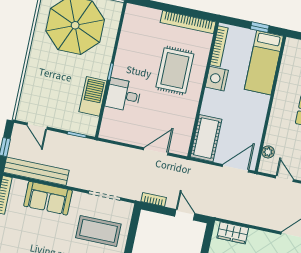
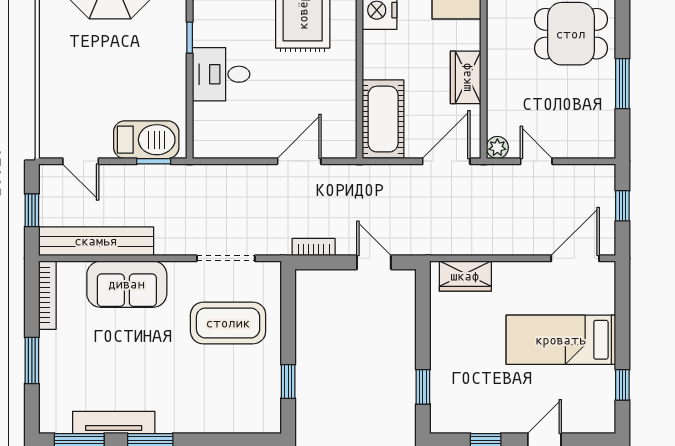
barbecue: (93, 96) -> (146, 140), moved, turned 90
wardrobe: (256, 125) -> (466, 77), added
plant: (268, 152) -> (497, 147), moved

